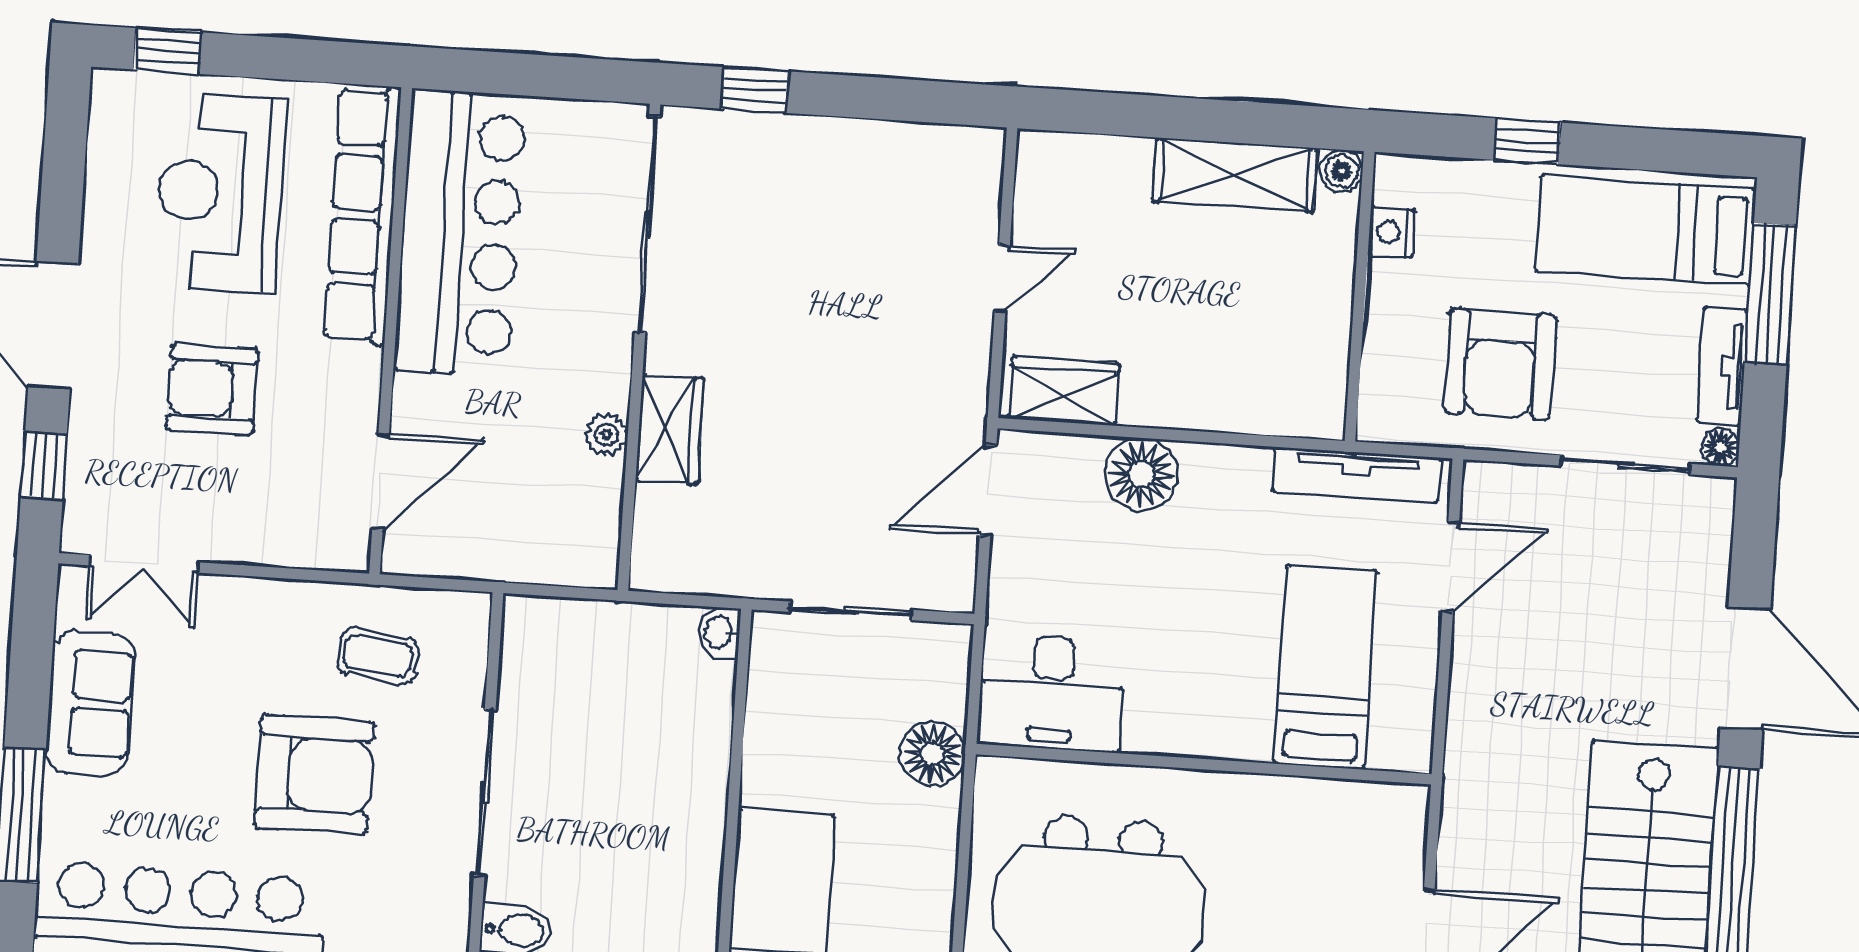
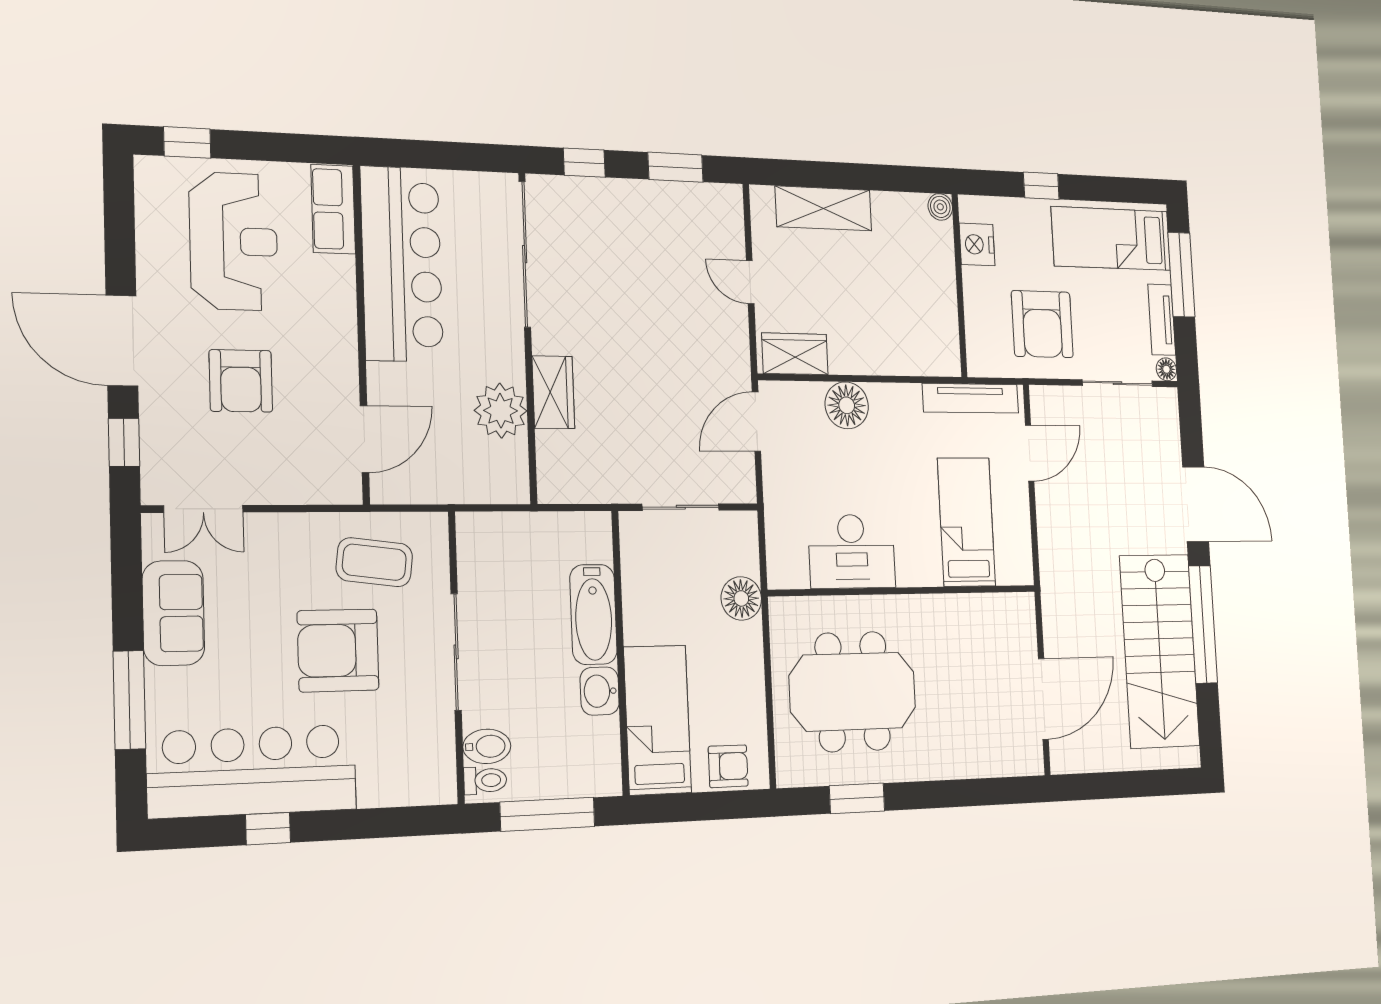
window: (900, 100) -> (675, 167), added
shelving: (1235, 175) -> (824, 208), moved
reception desk: (220, 192) -> (234, 241), turned 180
row of seats: (363, 215) -> (333, 209), width x0.50
nightstand: (1392, 232) -> (977, 244), width x1.36, depth x1.33
door: (1002, 279) -> (750, 282), swing flipped
armchair: (212, 389) -> (241, 381), turned -90
plant: (606, 434) -> (501, 411), width x1.88, depth x1.88
washbasin: (719, 632) -> (600, 691), moved, width x1.38, depth x1.45
coffee table: (378, 656) -> (374, 562), width x1.36, depth x1.30
desk: (1051, 693) -> (852, 551), moved
bathtub: (697, 757) -> (593, 614), added
armchair: (314, 775) -> (338, 650), turned 180

